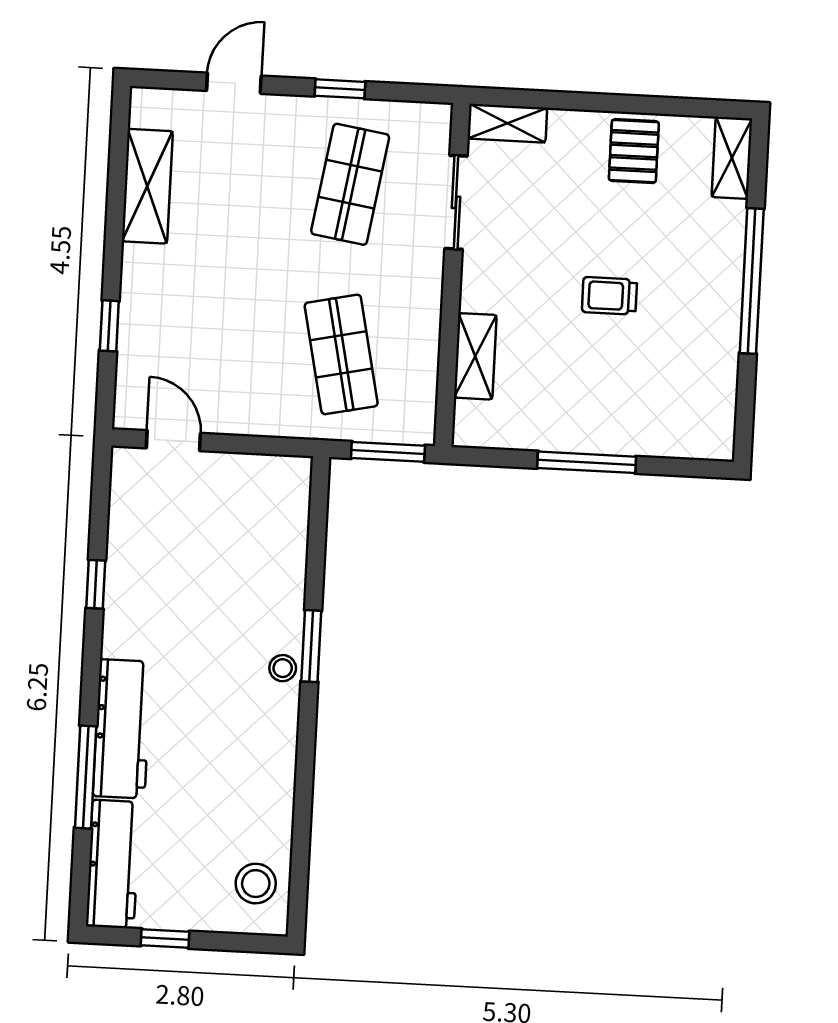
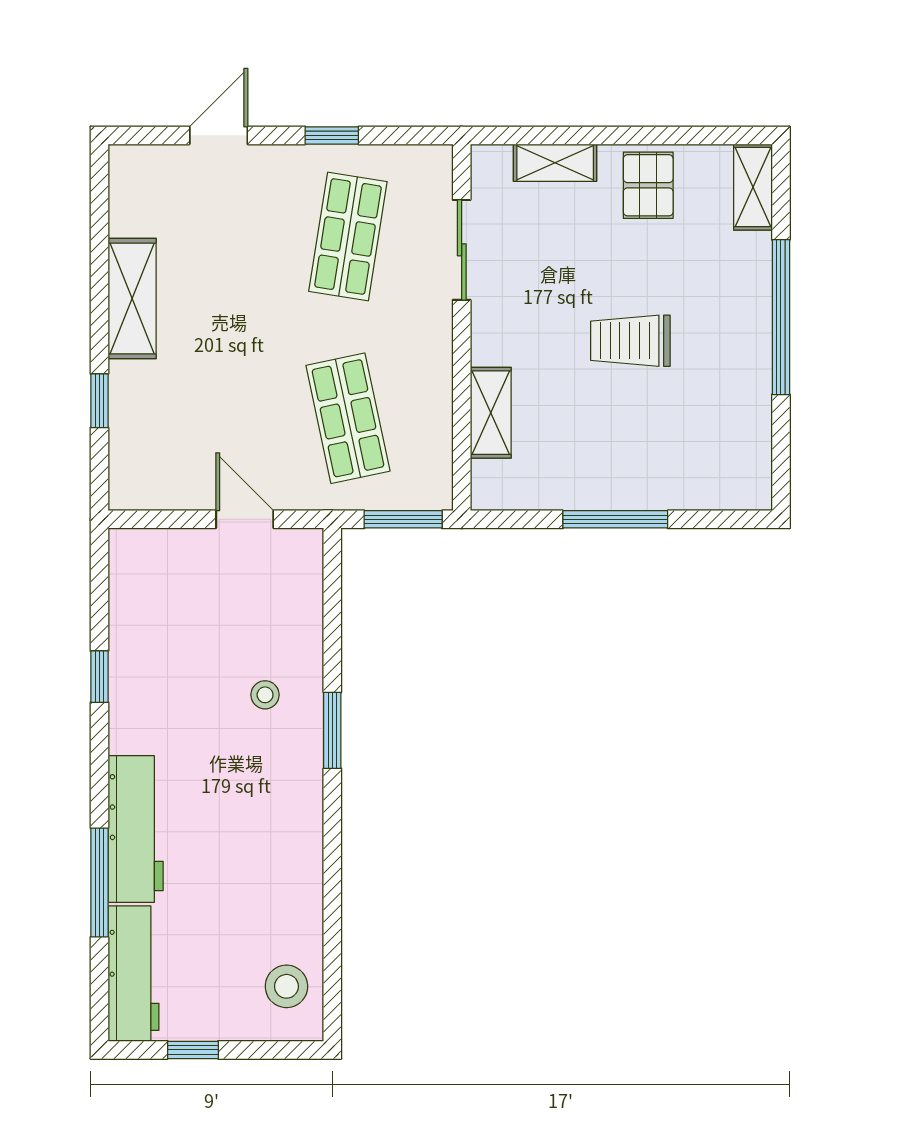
shelving: (507, 123) -> (555, 163), moved
shelving: (147, 186) -> (132, 299), moved
trolley: (609, 296) -> (630, 341), width x1.36, depth x1.39
door: (173, 441) -> (245, 519), moved
stool: (283, 668) -> (265, 695), moved

